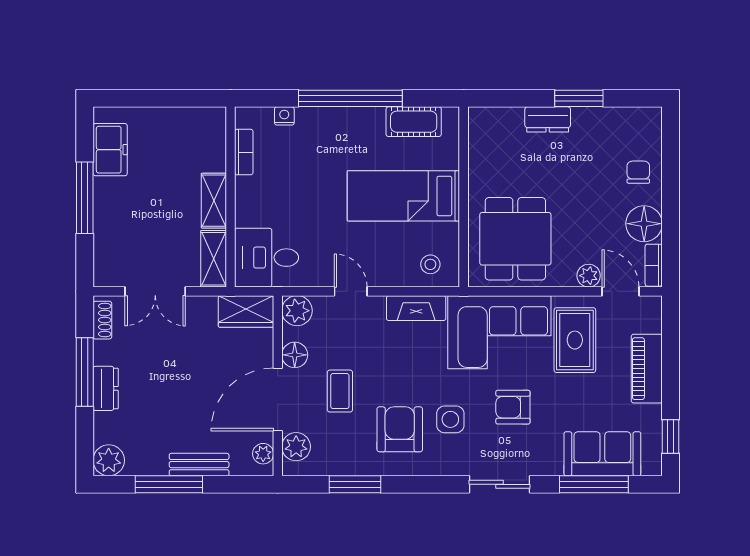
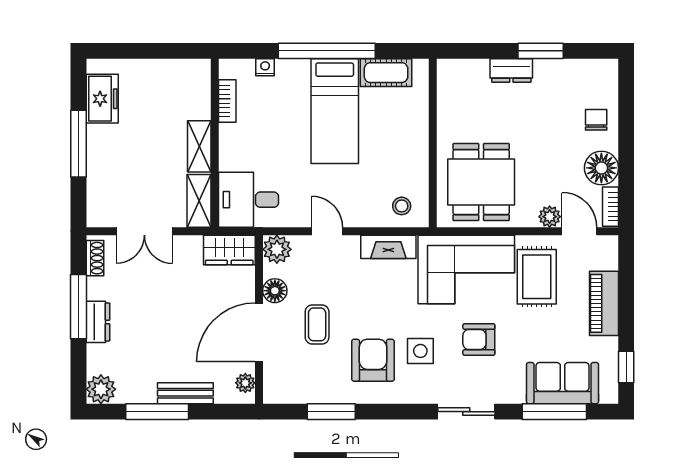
bed: (403, 196) -> (335, 111), moved, turned -90
plant: (296, 447) -> (276, 376), removed

